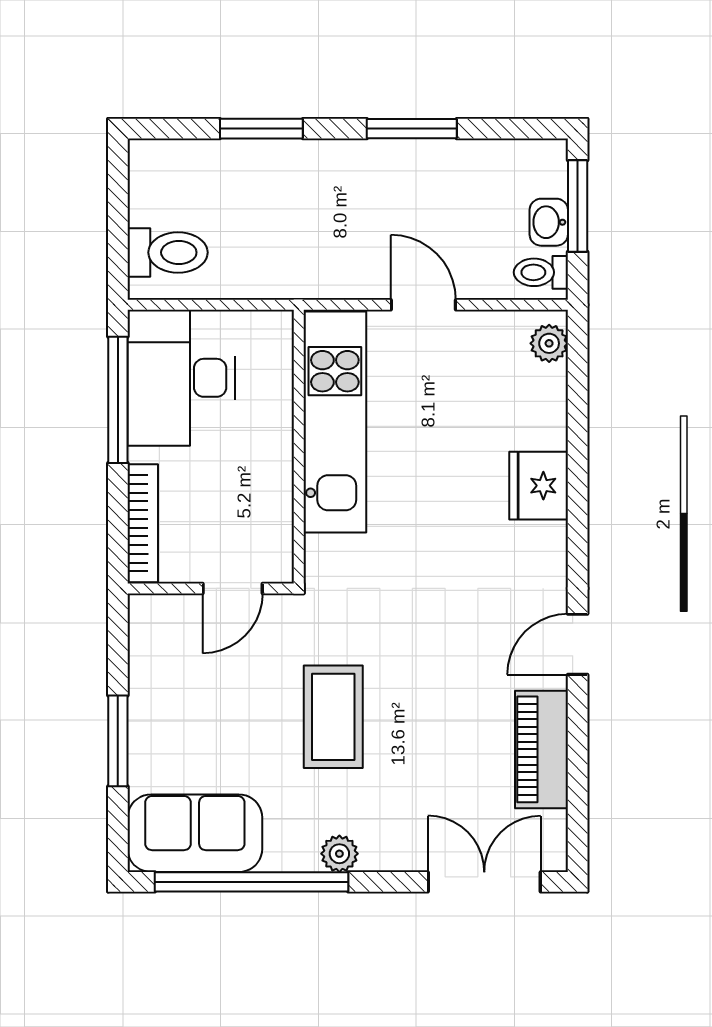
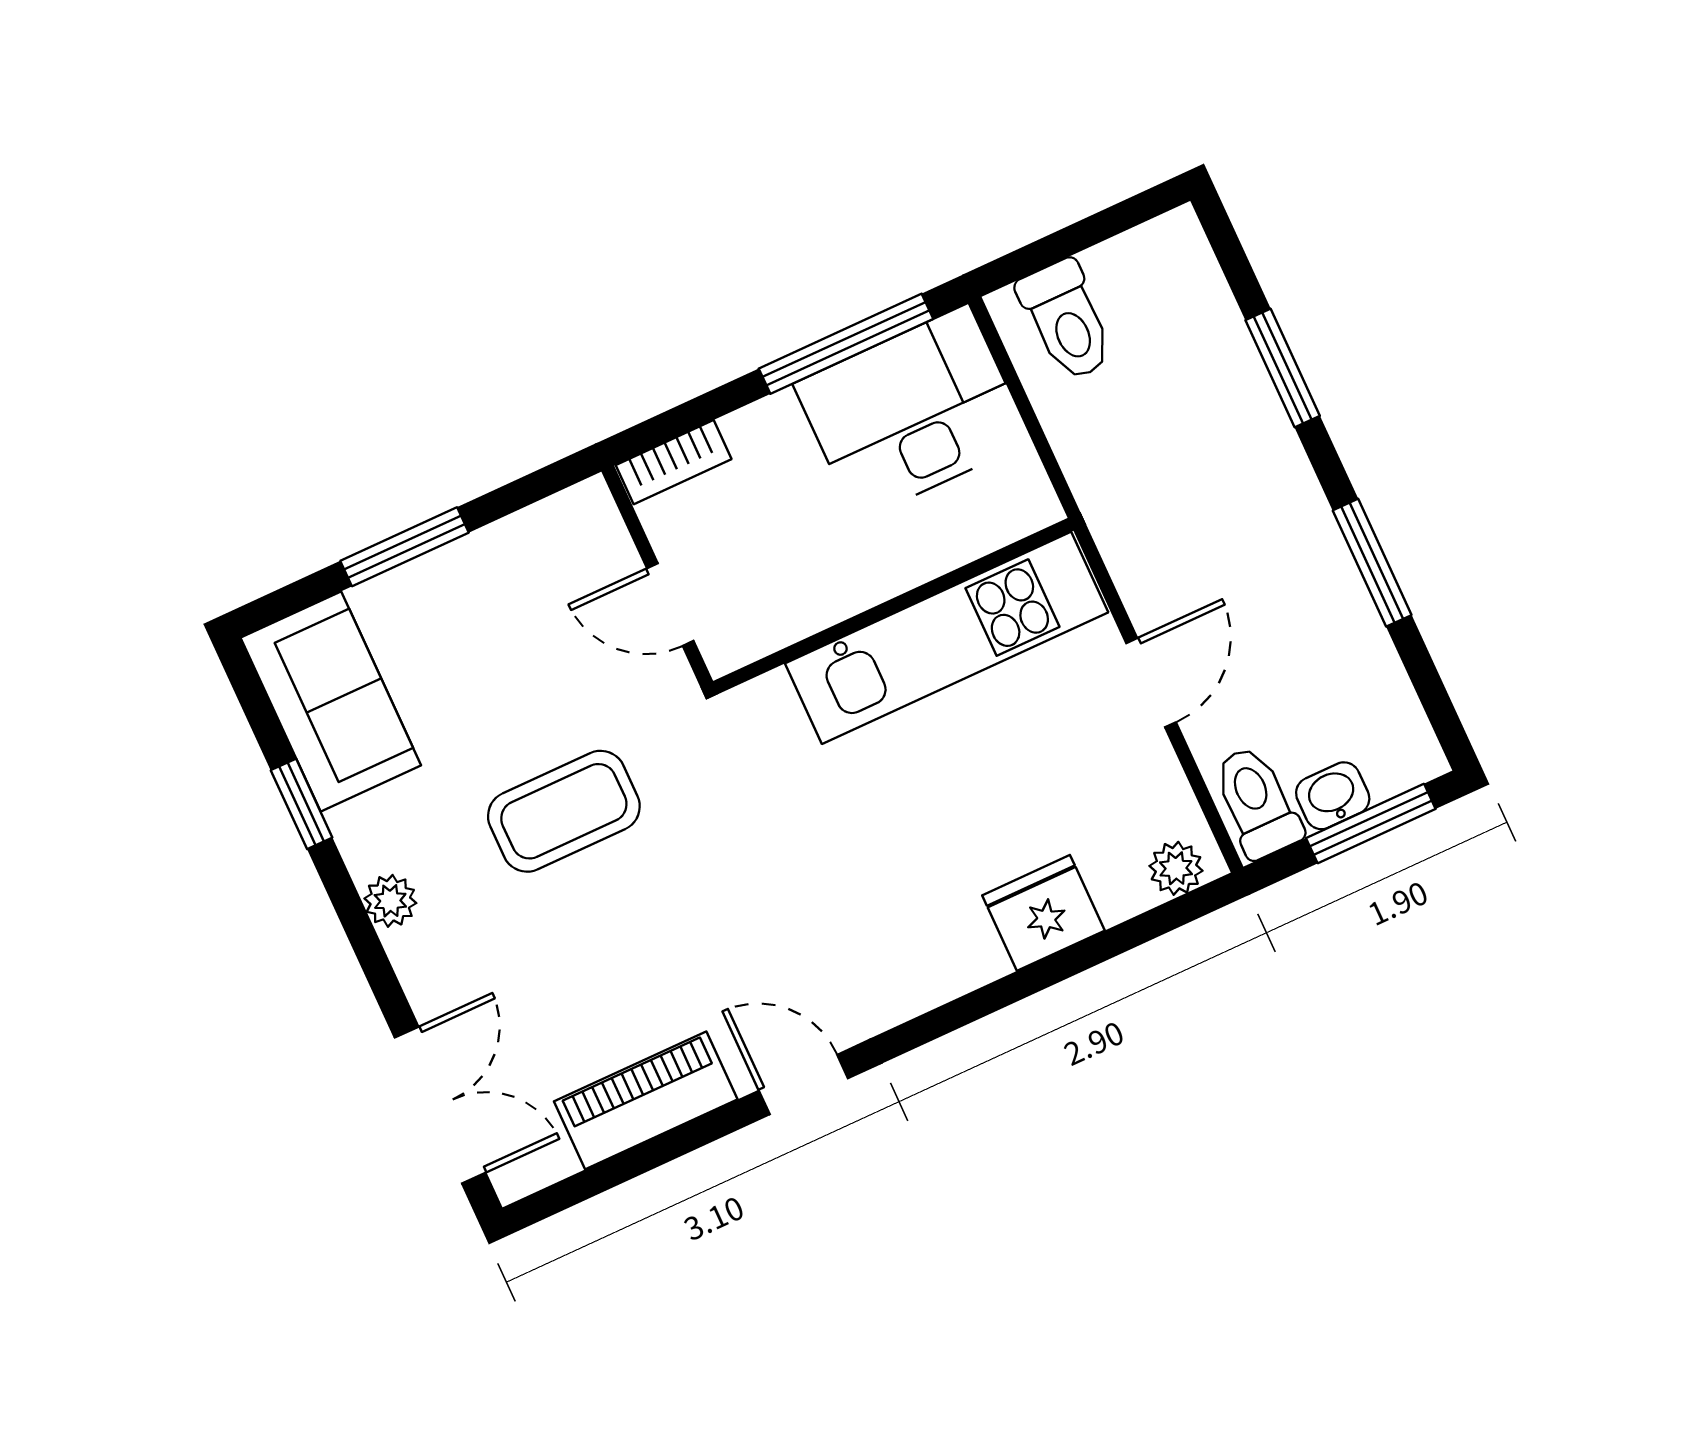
toilet: (541, 272) -> (1257, 802), width x1.37, depth x1.39
fridge: (539, 486) -> (1043, 913), moved
bookcase: (143, 523) -> (674, 462), width x0.64
window: (252, 882) -> (302, 804), width x0.32

